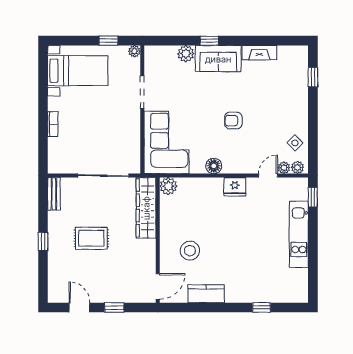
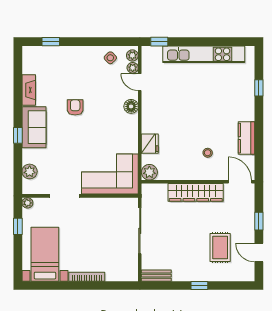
plant: (186, 54) -> (30, 171), moved
armchair: (233, 121) -> (75, 107), moved, turned 180
bookcase: (53, 124) -> (87, 277), width x1.56
floor lamp: (214, 166) -> (131, 106), moved
fridge: (235, 187) -> (150, 144), moved
wardrobe: (146, 208) -> (196, 192), moved
kitchen unit: (299, 234) -> (204, 54), width x1.36
rug: (91, 238) -> (220, 248), moved
stool: (190, 251) -> (208, 153), width x0.53, depth x0.53
door: (79, 307) -> (259, 253), hinge flipped

